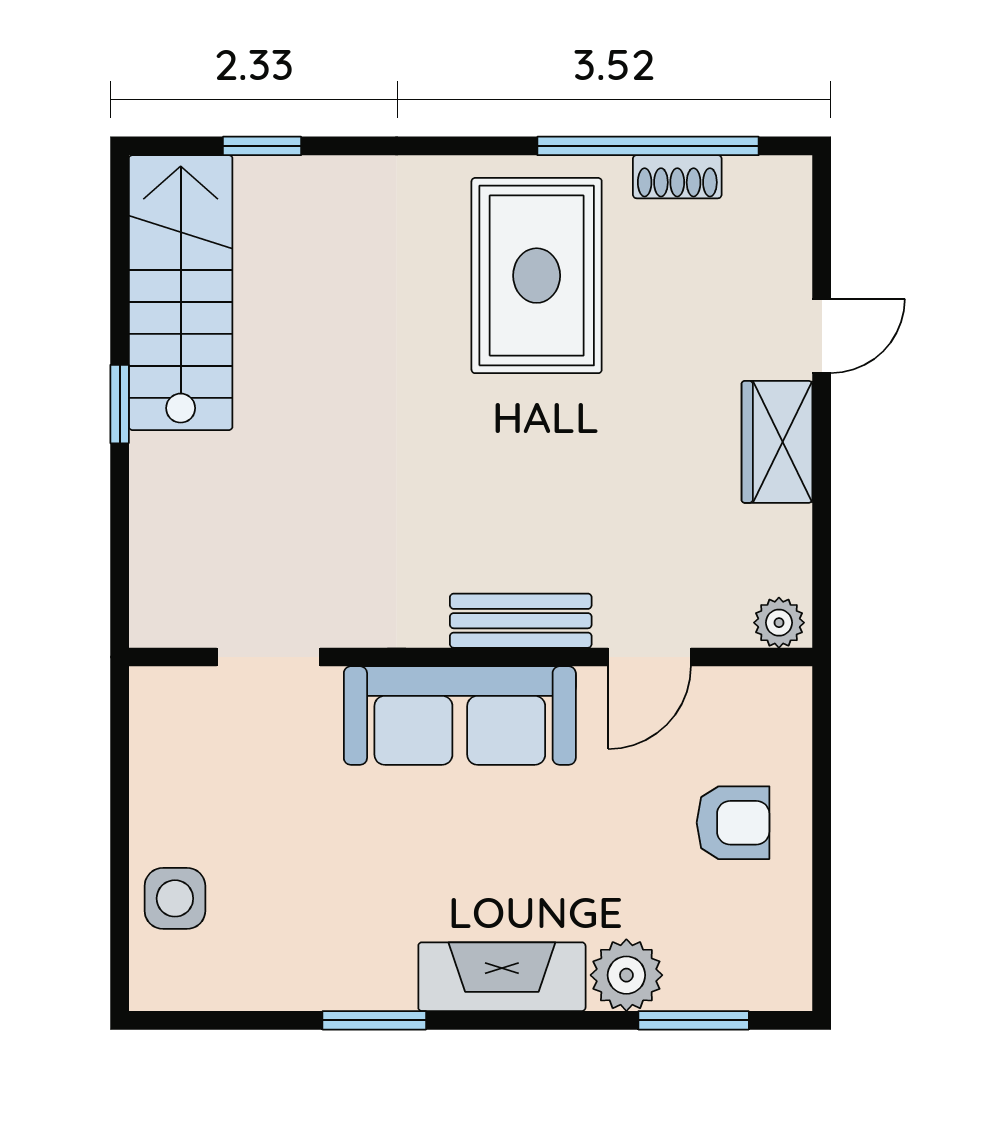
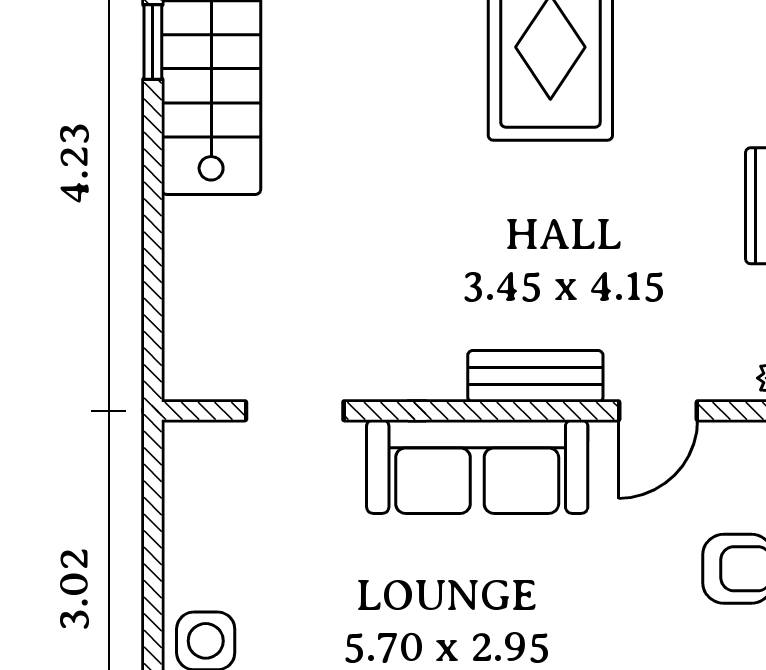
window: (120, 404) -> (153, 42), moved

